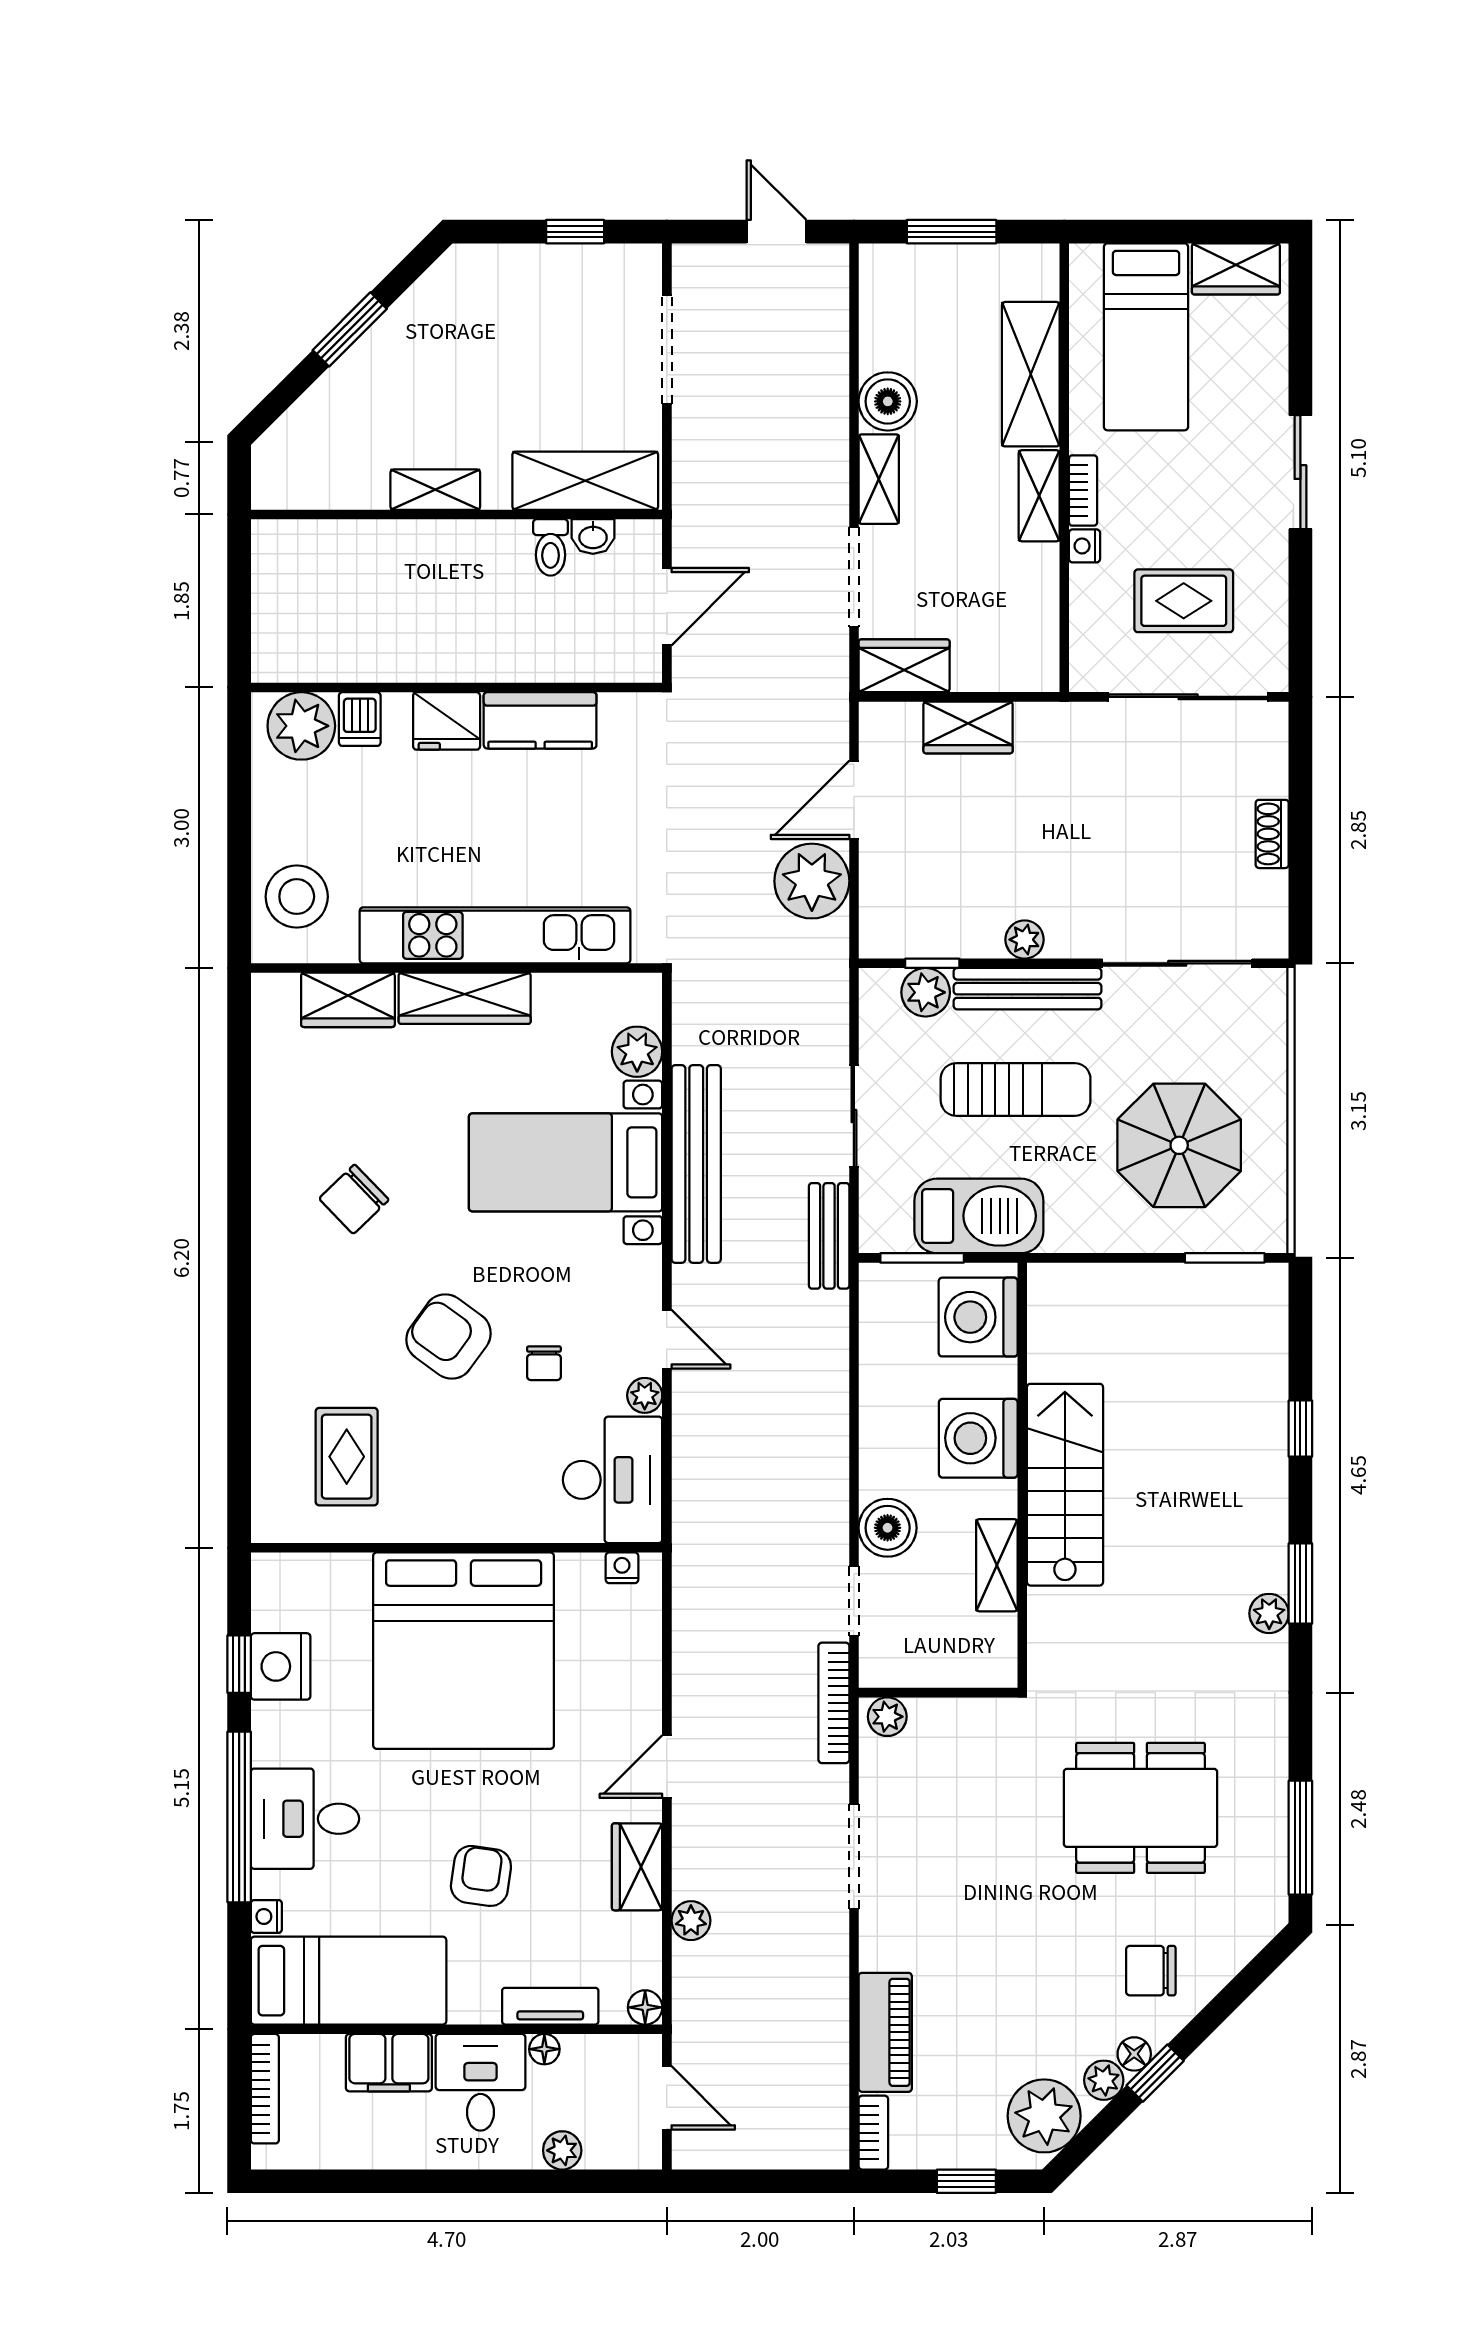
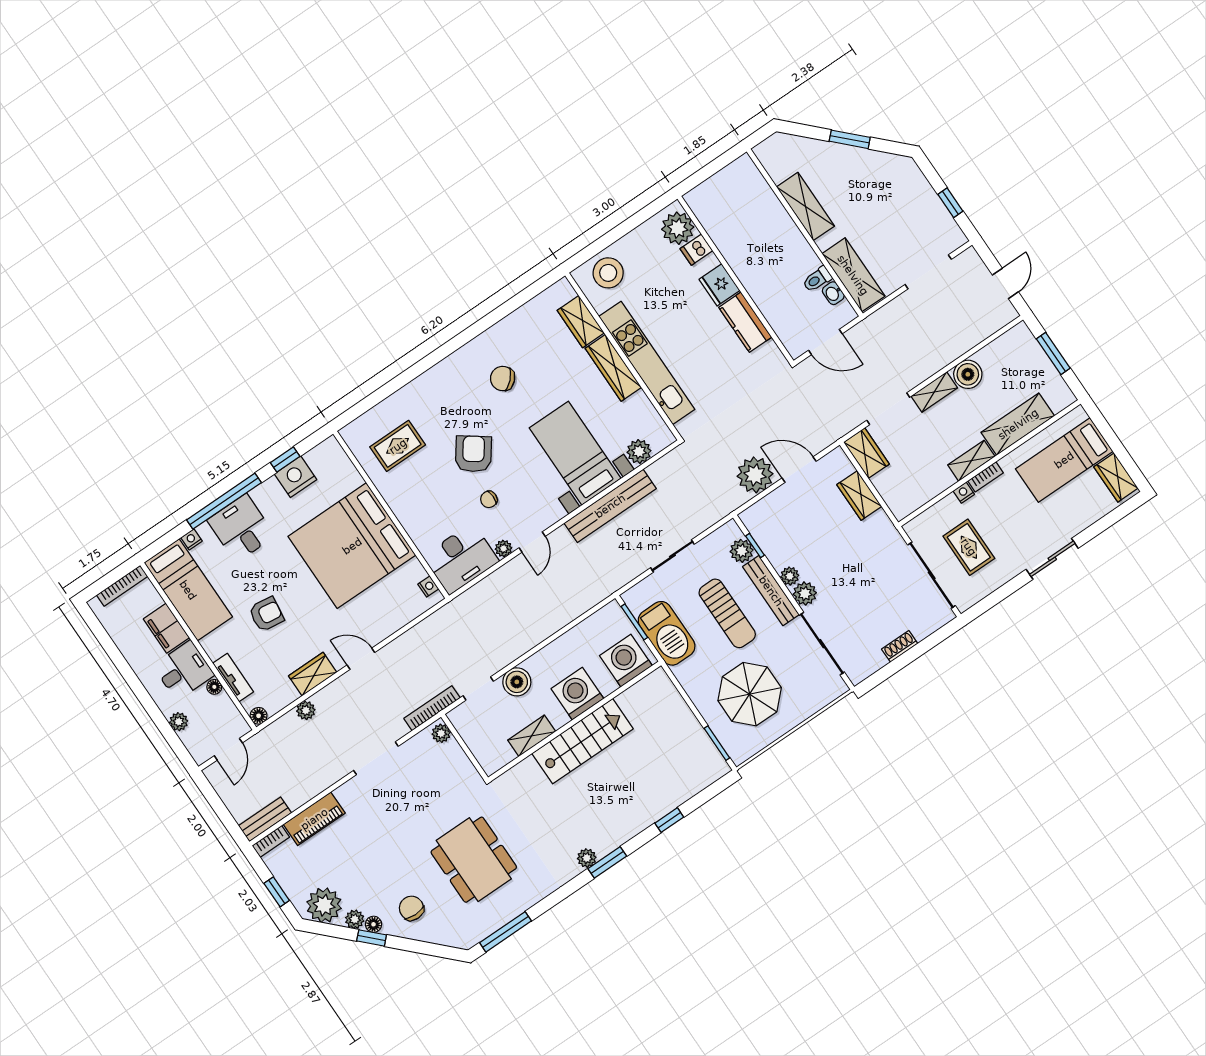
shelving: (435, 490) -> (805, 206), width x1.50, depth x1.33
plant: (1072, 934) -> (805, 594), added
bench: (829, 1236) -> (265, 819), moved

